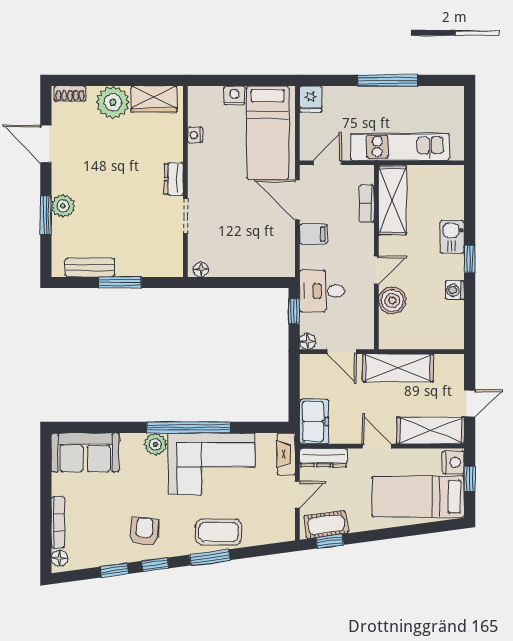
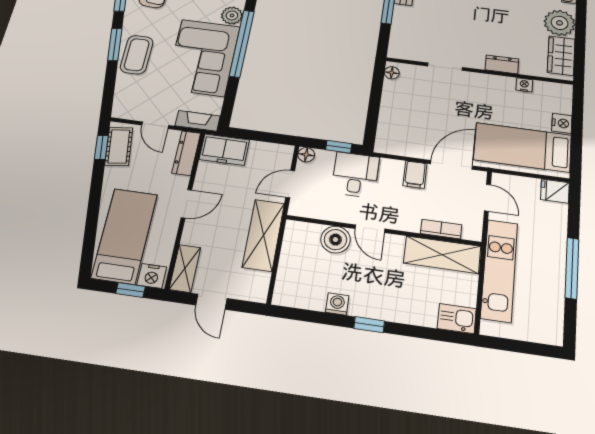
dresser: (174, 179) -> (502, 64), moved
kitchen sink: (452, 237) -> (457, 319), moved
shelving: (431, 430) -> (185, 269), width x0.67, depth x0.75

